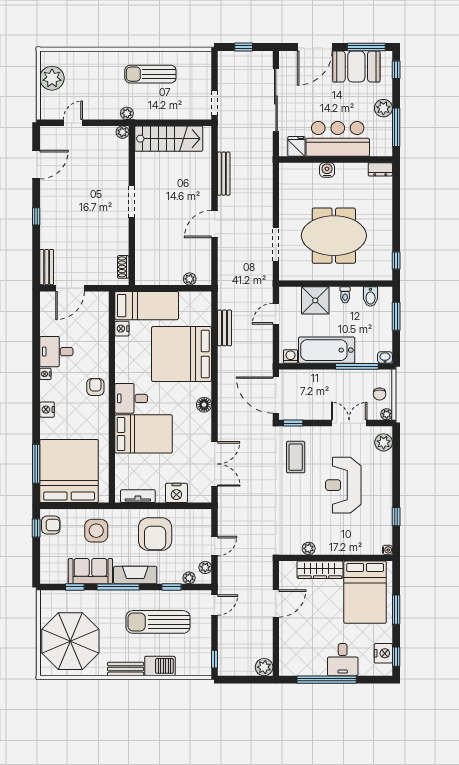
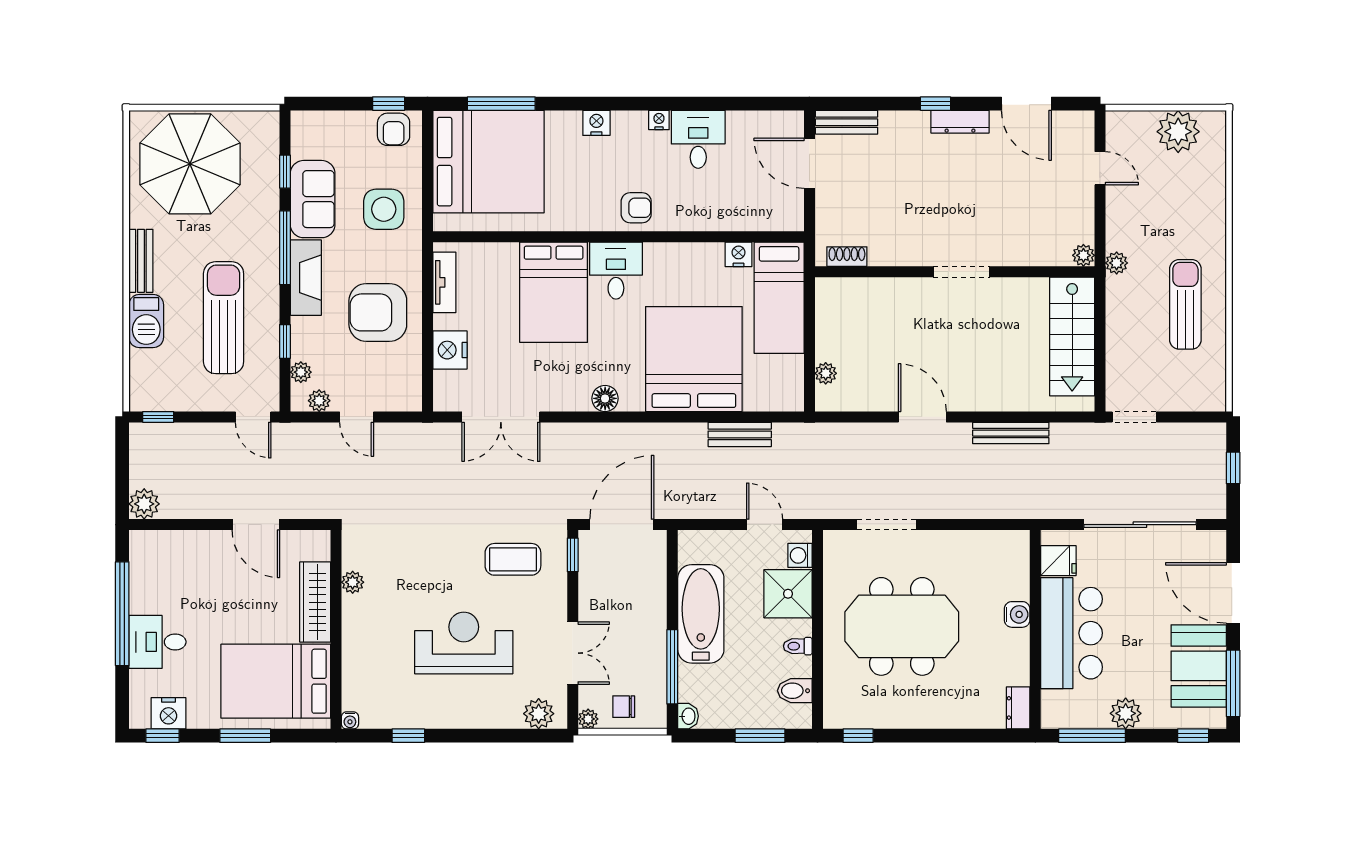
dresser: (46, 202) -> (960, 122), added
meeting table: (334, 236) -> (902, 626), turned 90
washing machine: (291, 356) -> (800, 555), moved, turned 180

